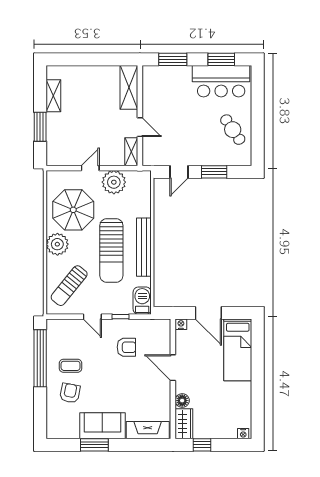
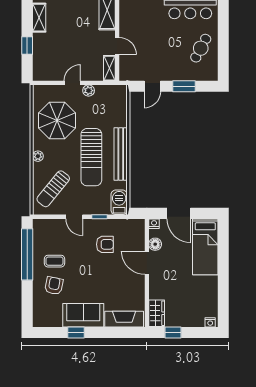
window: (40, 127) -> (27, 46), width x0.67
cafe table: (233, 130) -> (201, 48), turned 62
plant: (114, 182) -> (89, 91), width x0.53, depth x0.53
plant: (57, 244) -> (38, 156), width x0.53, depth x0.53
floor lamp: (182, 401) -> (155, 244), moved
window: (94, 445) -> (76, 332), width x0.67

